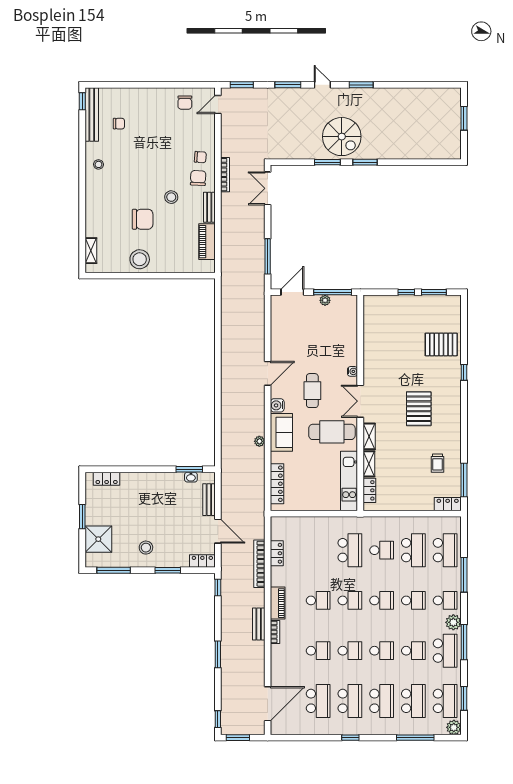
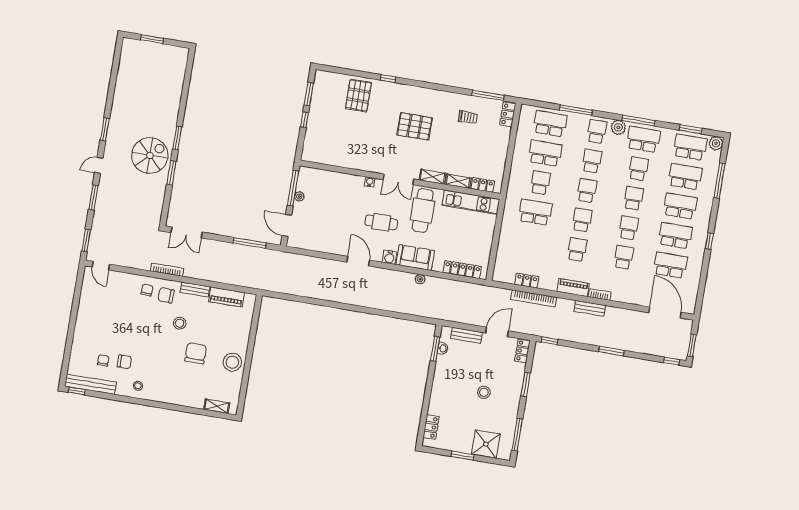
chair: (185, 103) -> (124, 362), moved
stool: (146, 548) -> (484, 392), moved

